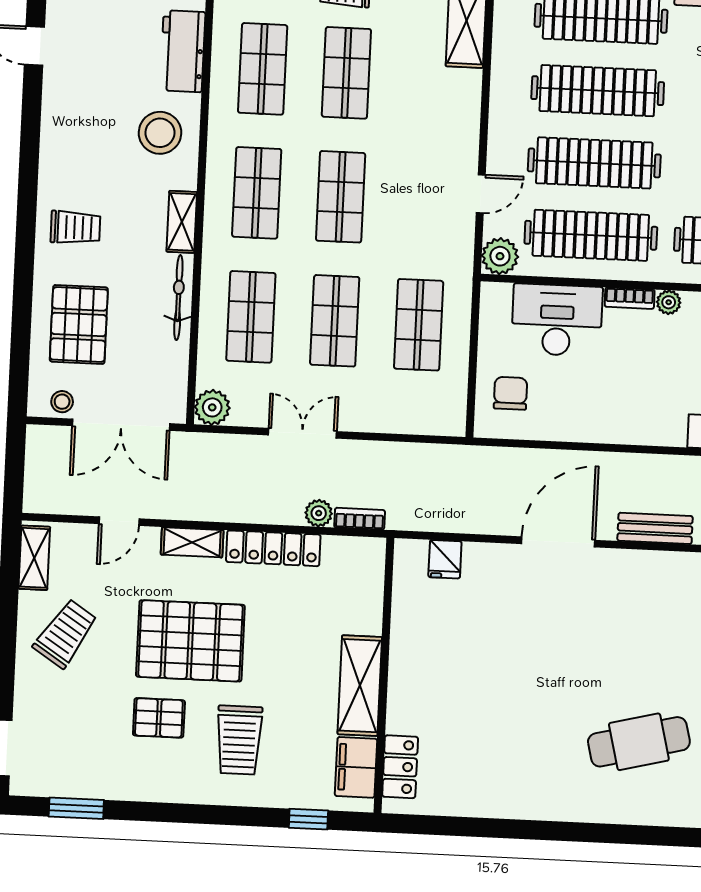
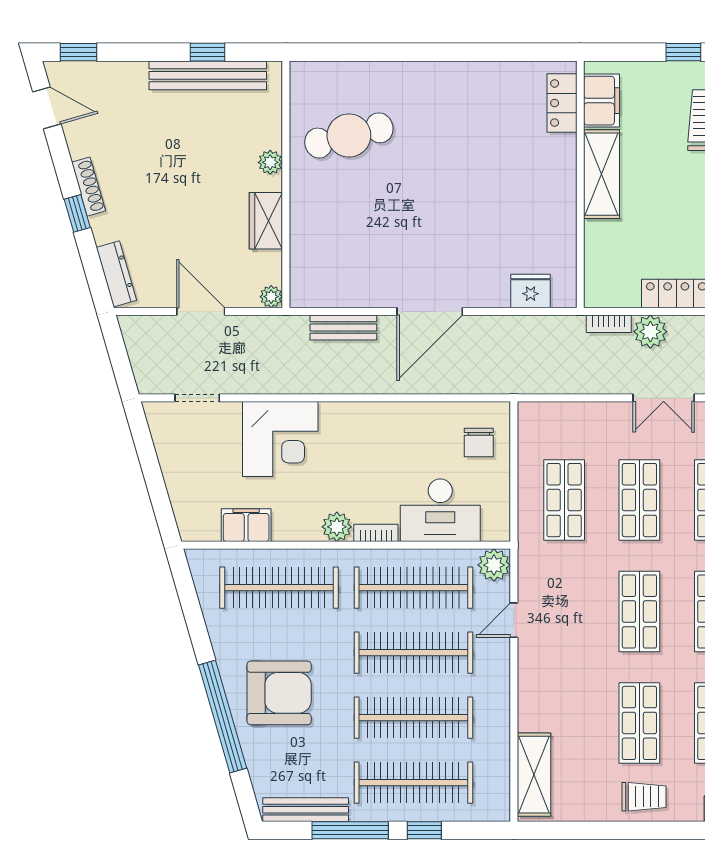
plant: (669, 302) -> (337, 527), width x1.38, depth x1.38
plant: (319, 513) -> (650, 332), width x1.38, depth x1.38
fridge: (445, 559) -> (531, 291), width x1.38
window: (308, 819) -> (683, 52), moved

